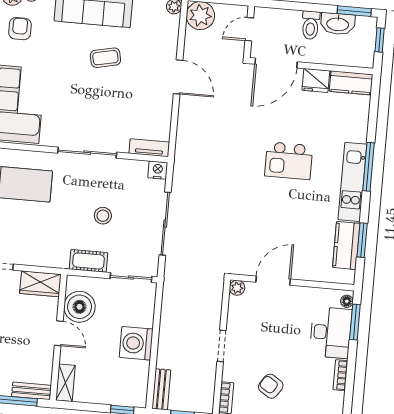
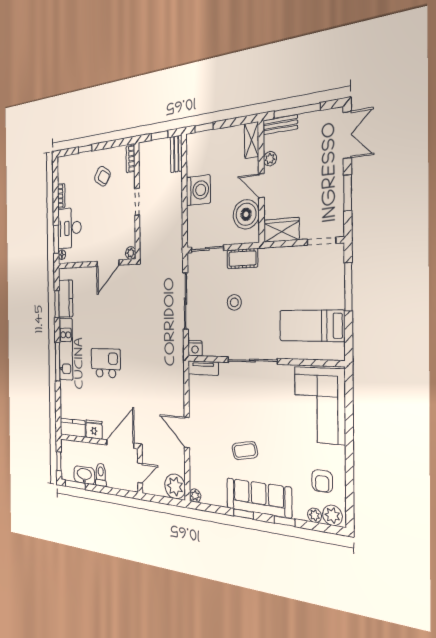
plant: (46, 359) -> (270, 159), added

